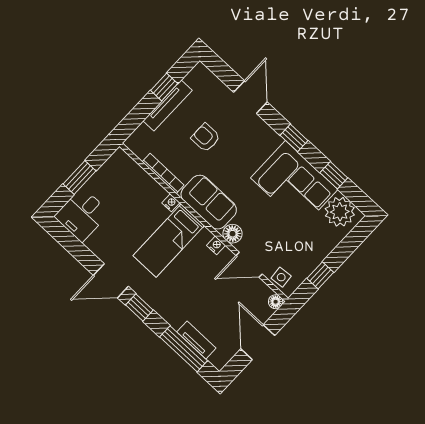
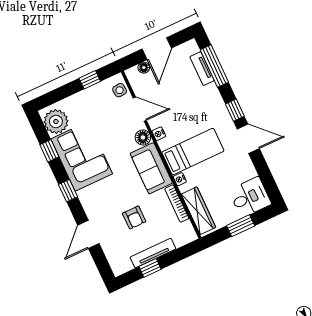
wardrobe: (135, 175) -> (198, 211), added
floor lamp: (276, 302) -> (144, 68), moved

